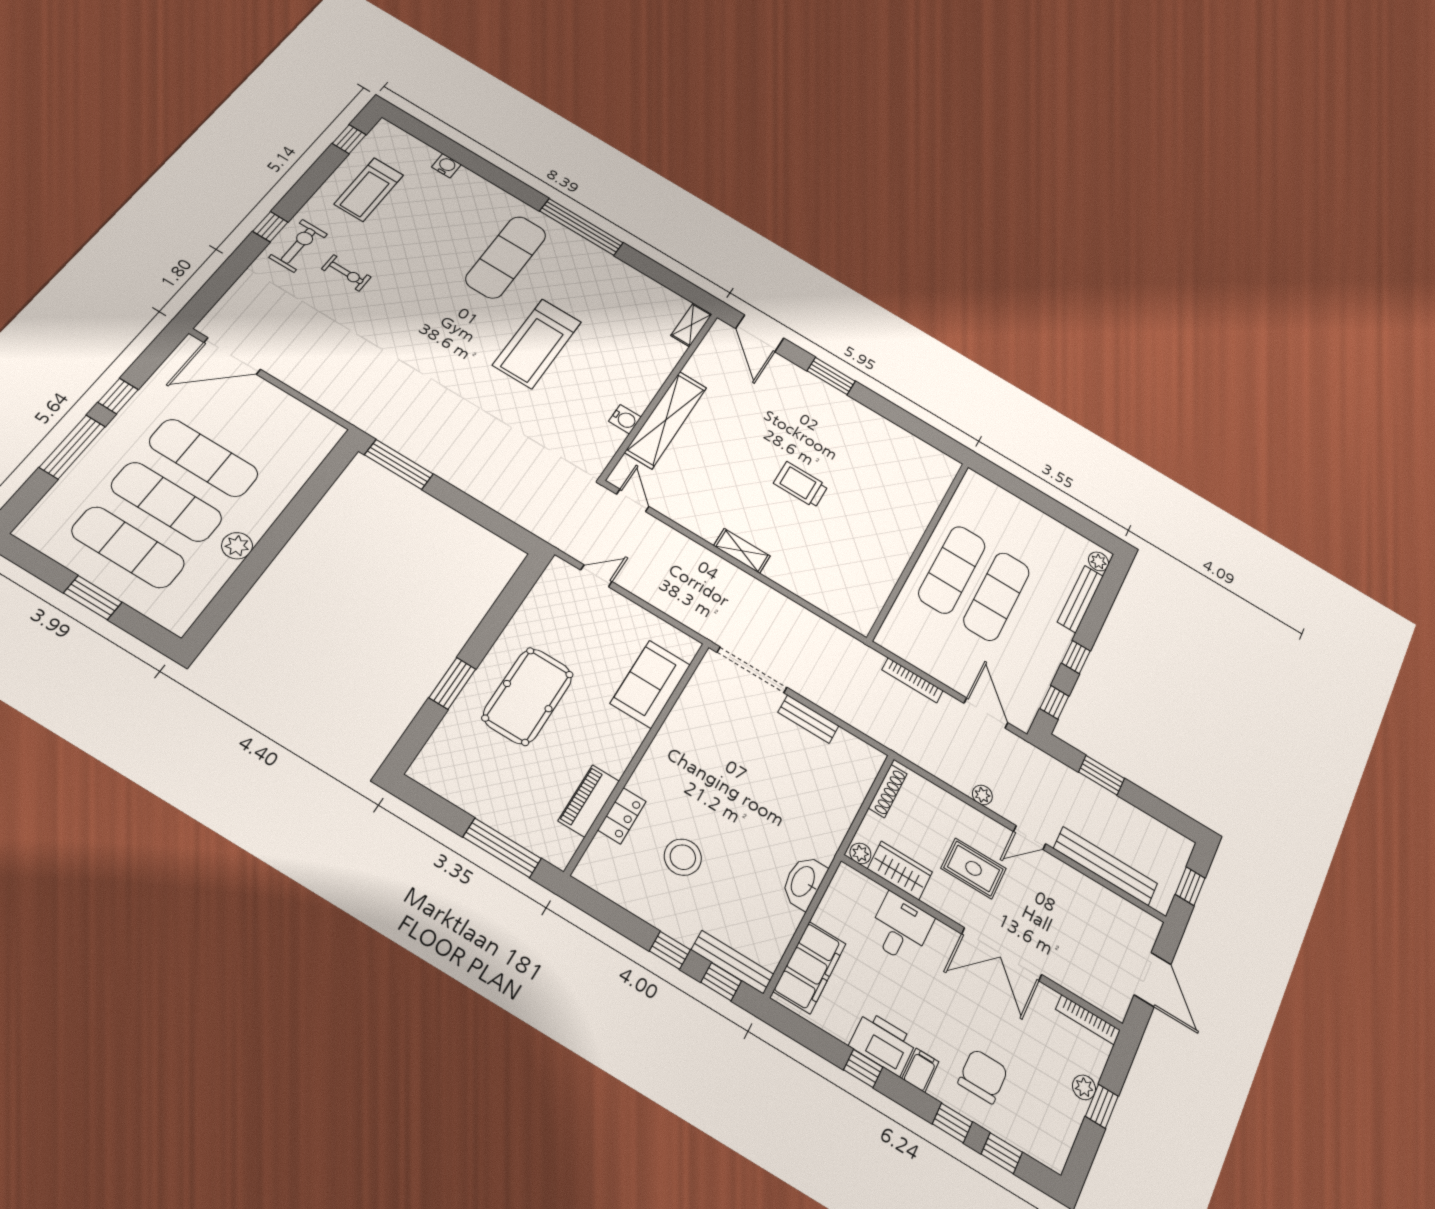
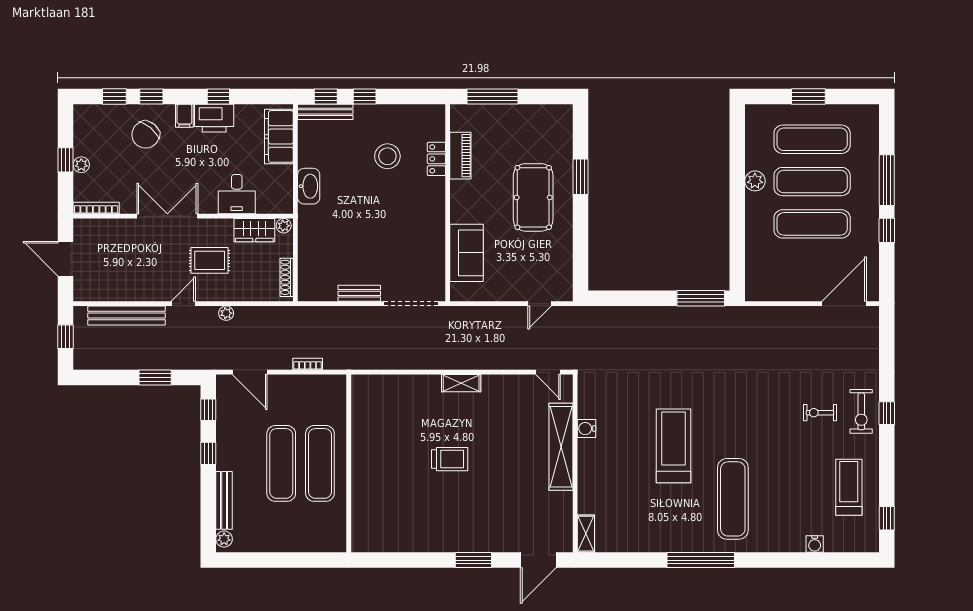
door: (760, 333) -> (538, 560), swing flipped
bookcase: (912, 680) -> (308, 364), width x0.64
chair: (983, 1076) -> (146, 135), turned 40

